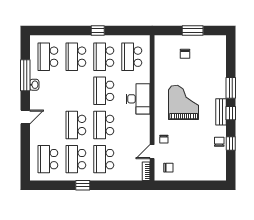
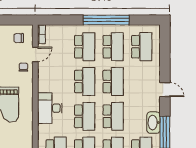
washbasin: (34, 85) -> (153, 123), width x1.91, depth x1.45
school desk: (76, 91) -> (113, 116), added
door: (25, 117) -> (165, 90), swing flipped
window: (83, 185) -> (106, 20), width x3.17

